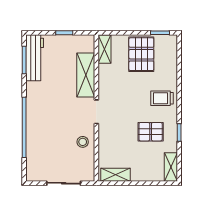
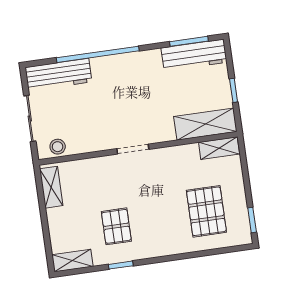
pallet: (141, 54) -> (206, 211), moved, turned 90
shelving: (86, 75) -> (205, 124), moved
trolley: (162, 98) -> (164, 235), removed
stool: (83, 142) -> (58, 147), moved
workbench: (35, 158) -> (59, 75), added

